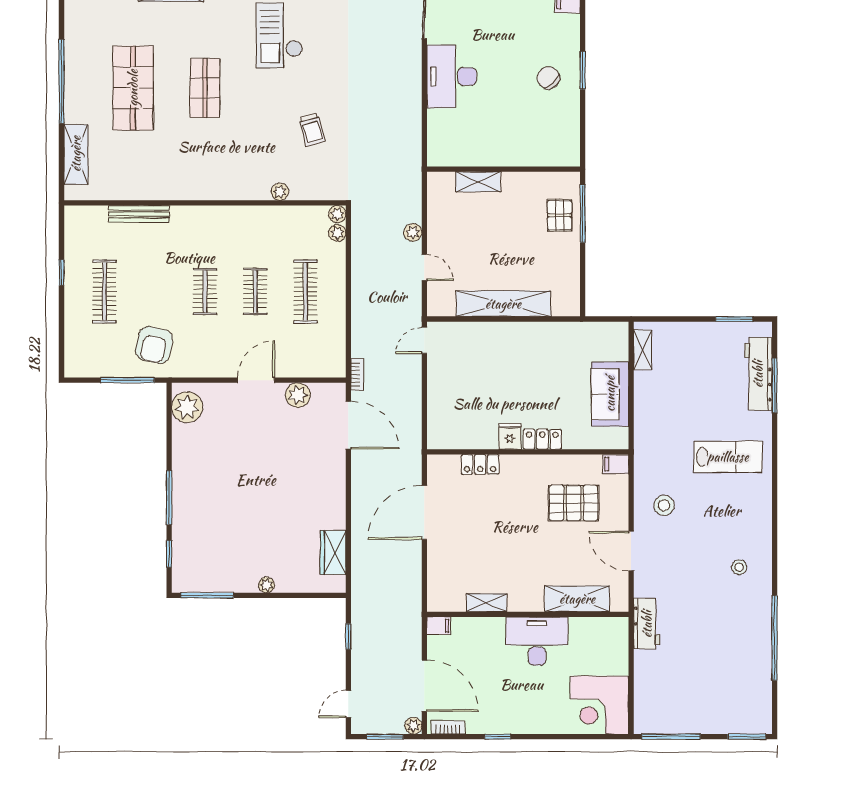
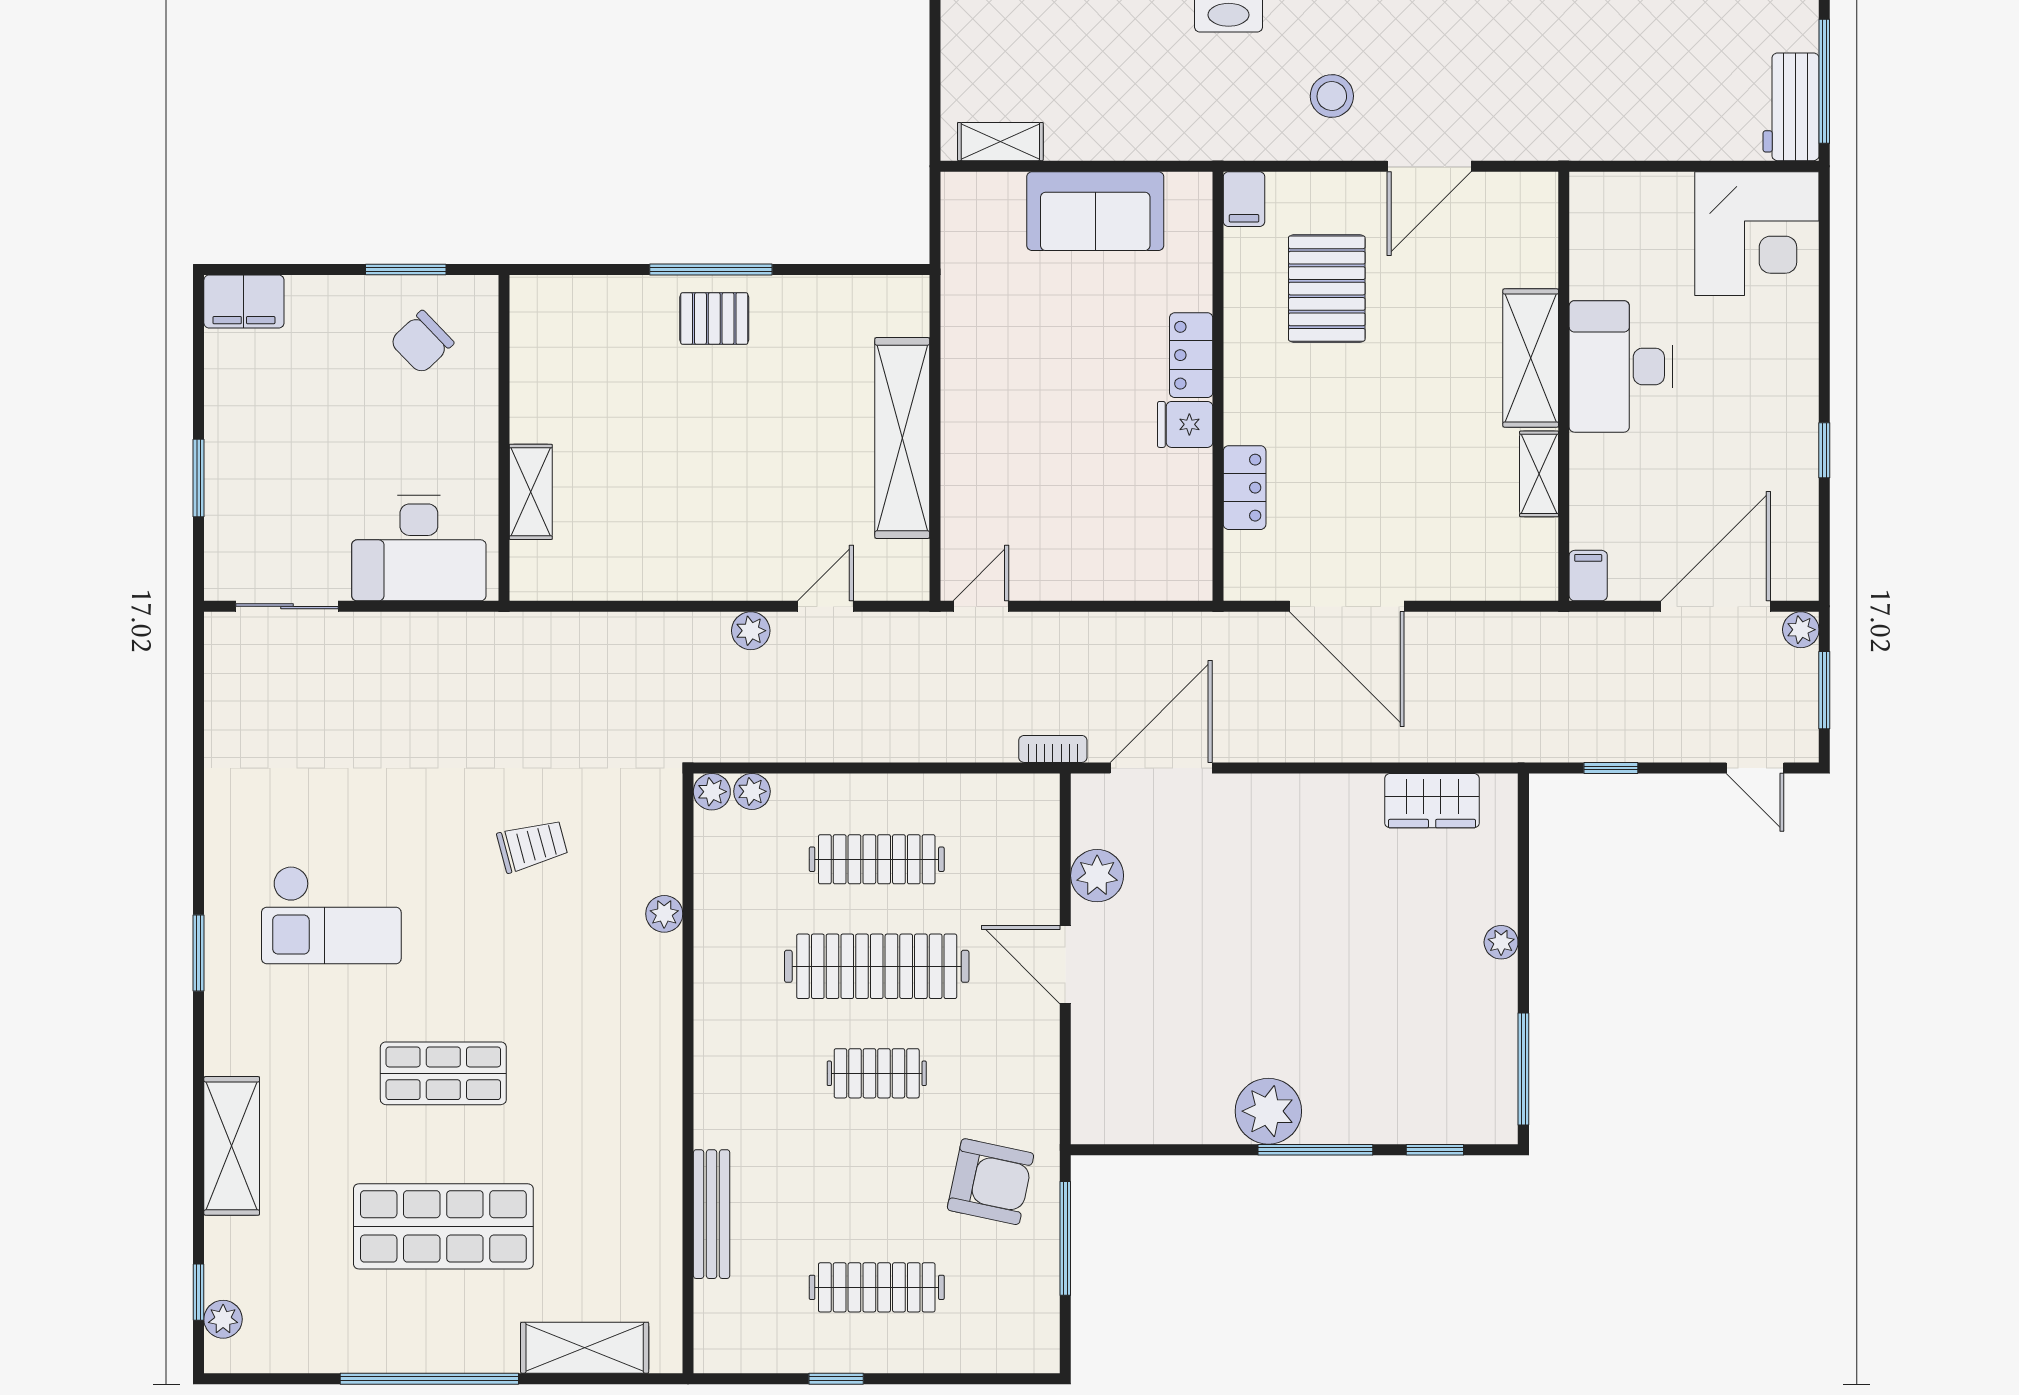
wall: (503, 169) -> (504, 438), moved
shelving: (478, 182) -> (531, 492), moved
clothes rail: (255, 292) -> (877, 966), width x1.86, depth x1.31
door: (424, 341) -> (981, 606), swing flipped
plant: (187, 407) -> (1268, 1111), moved
shelving: (577, 599) -> (1531, 358), moved
workbench: (647, 624) -> (1791, 107), moved, turned -90
bookcase: (448, 728) -> (1805, 556), removed

